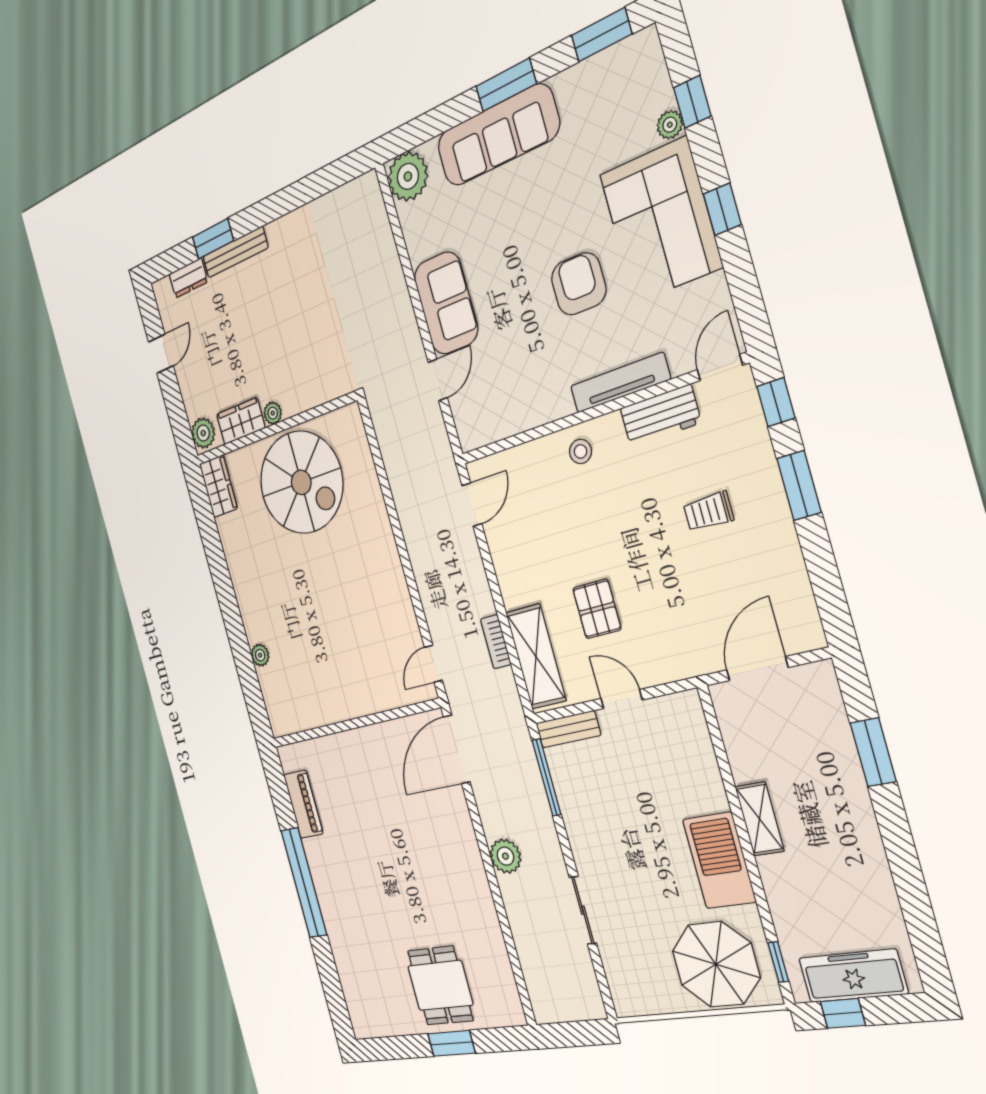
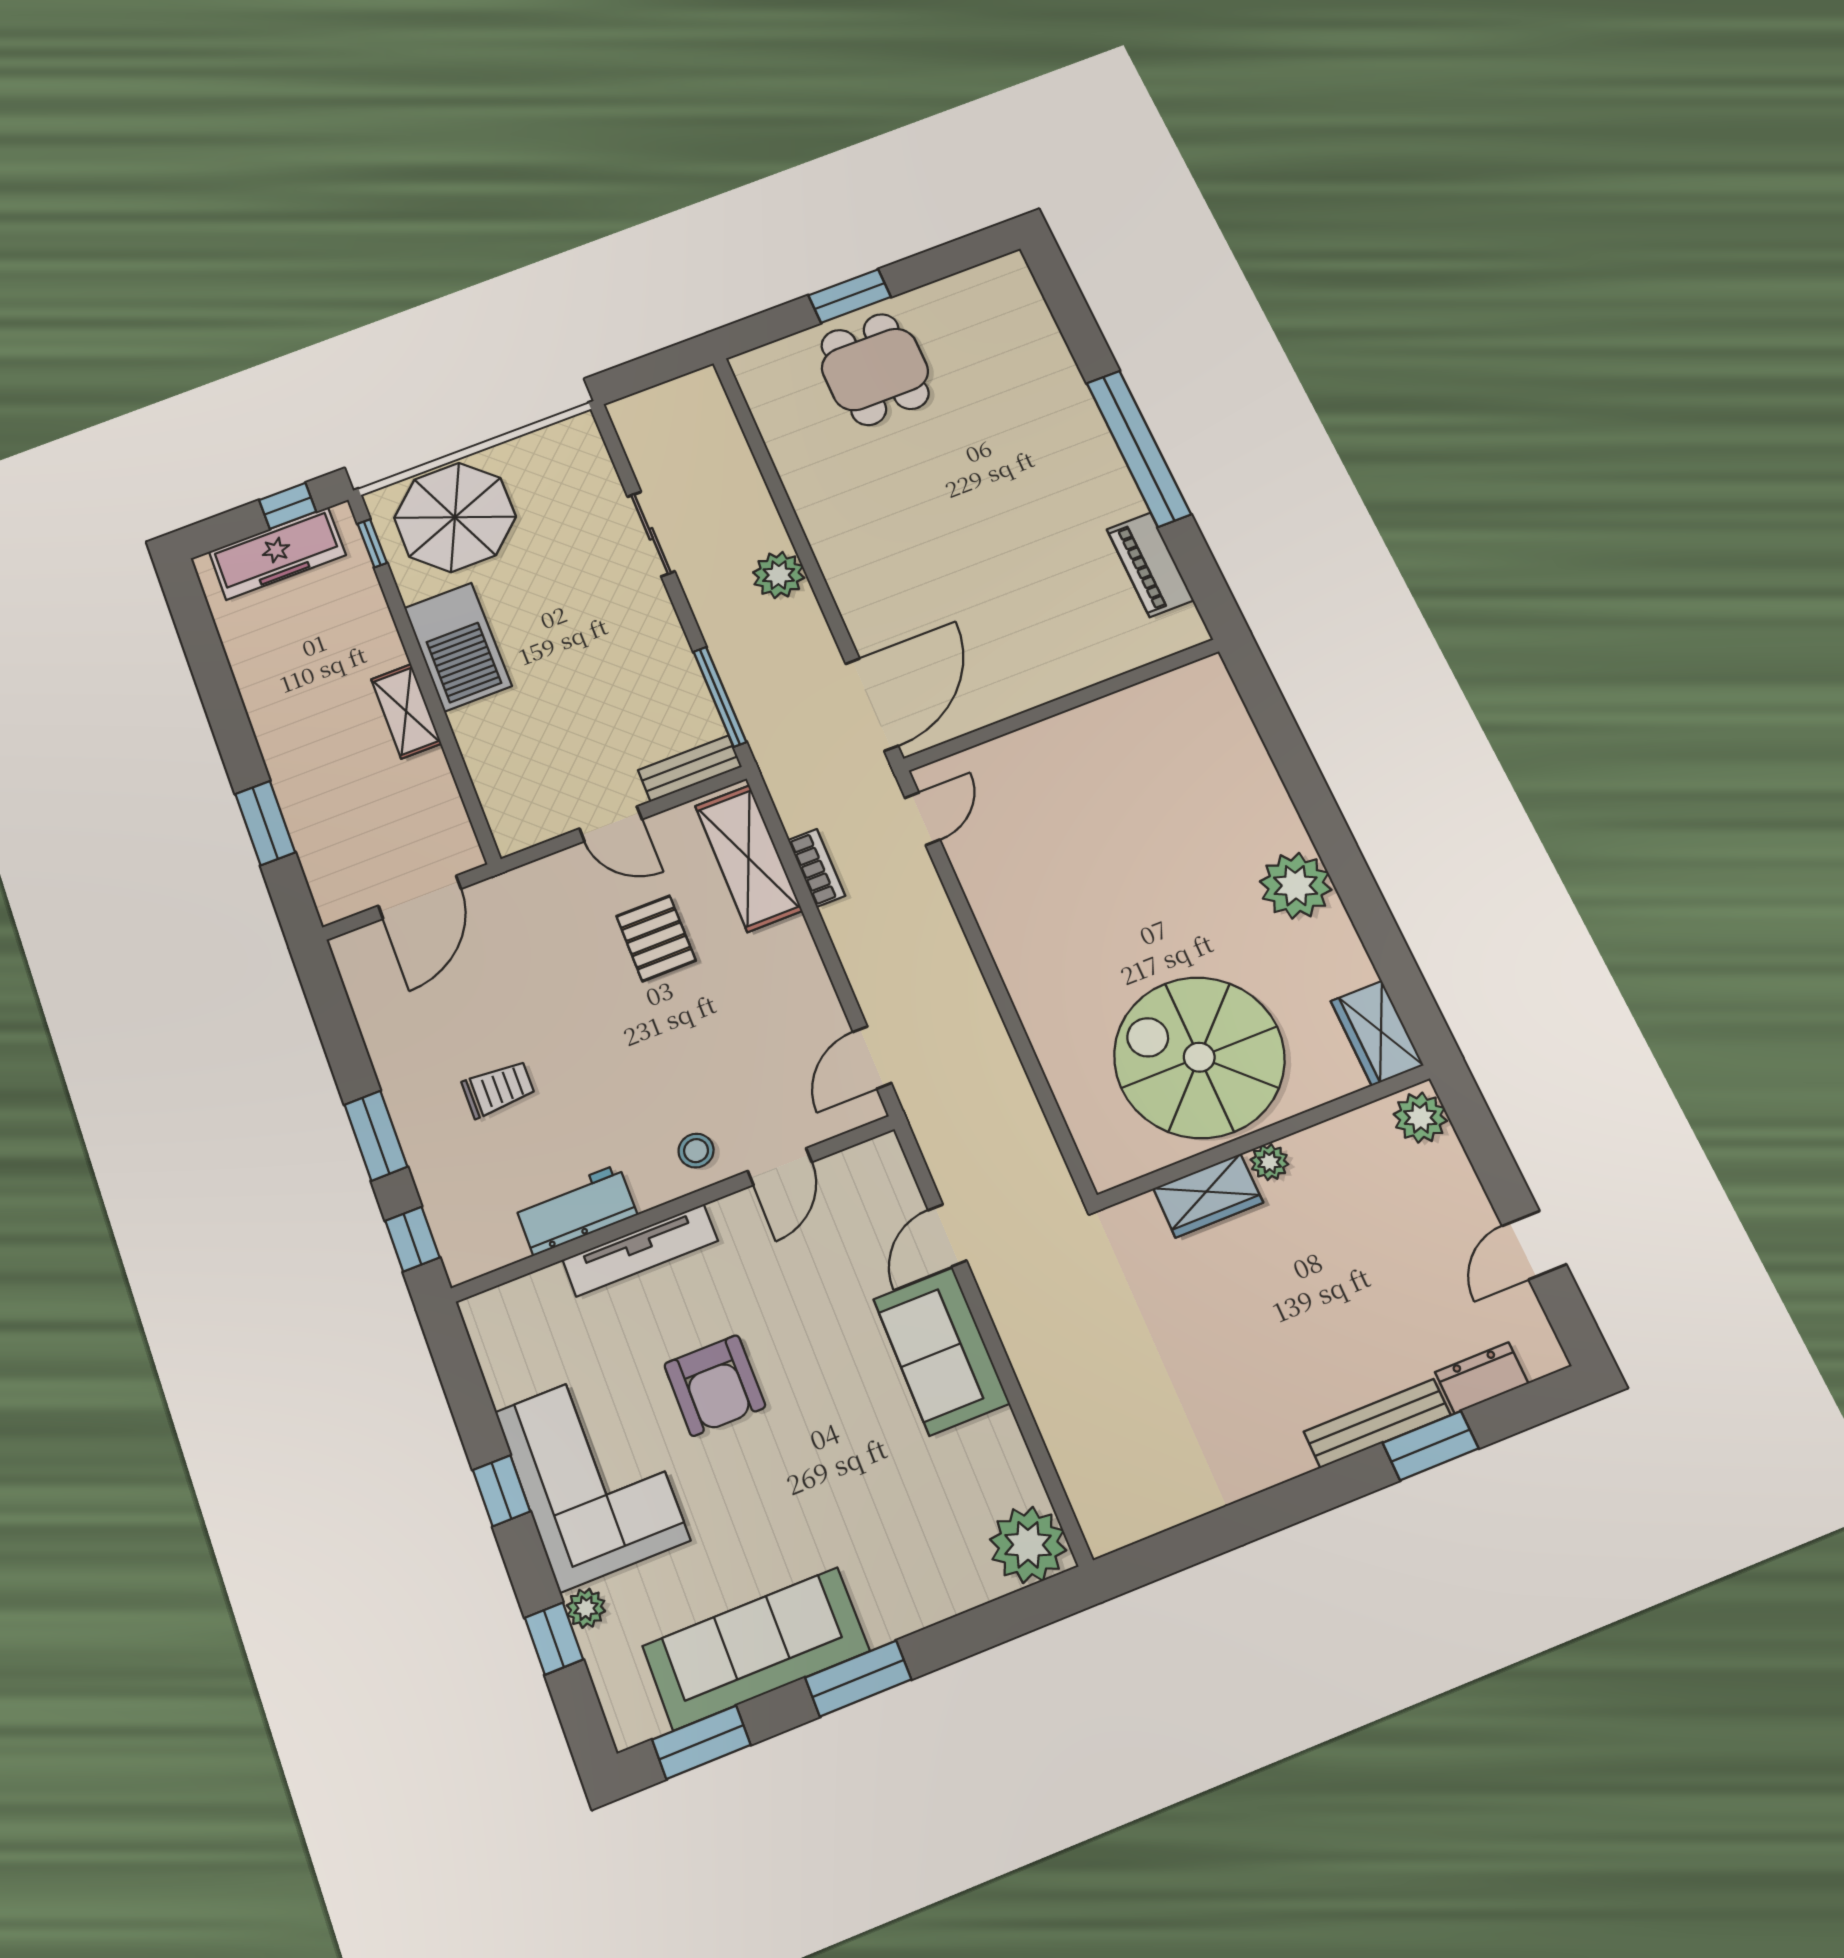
sofa: (498, 135) -> (756, 1649), moved
door: (720, 367) -> (780, 1167), moved
wardrobe: (241, 421) -> (1208, 1196), moved
plant: (260, 655) -> (1296, 886), moved, width x1.88, depth x1.88

